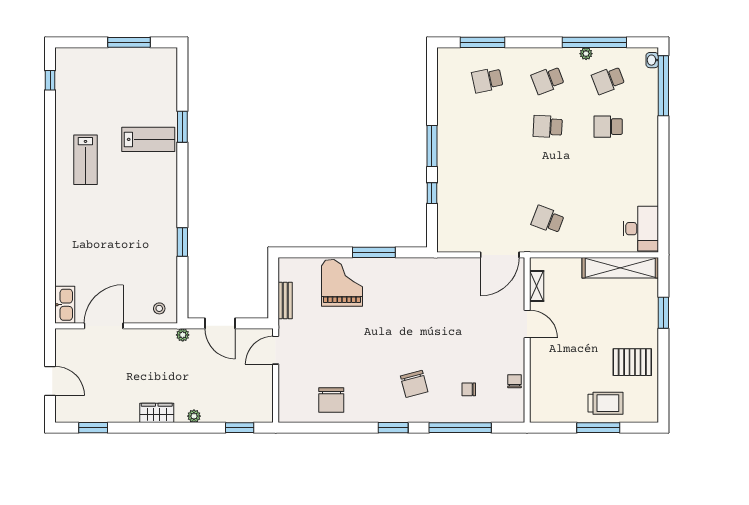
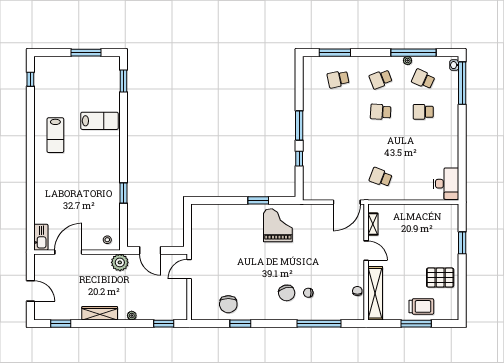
school desk: (608, 80) -> (423, 79), turned 45
window: (182, 127) -> (124, 81), moved
window: (374, 252) -> (258, 200), width x0.69
shelving: (620, 268) -> (375, 293), moved, turned 90
grand piano: (342, 283) -> (278, 225), moved
bench: (285, 301) -> (196, 234), removed
plant: (183, 335) -> (120, 262), width x1.87, depth x1.87
chair: (469, 389) -> (308, 293), moved
wardrobe: (157, 413) -> (100, 313), width x1.50
window: (393, 428) -> (240, 324), moved

